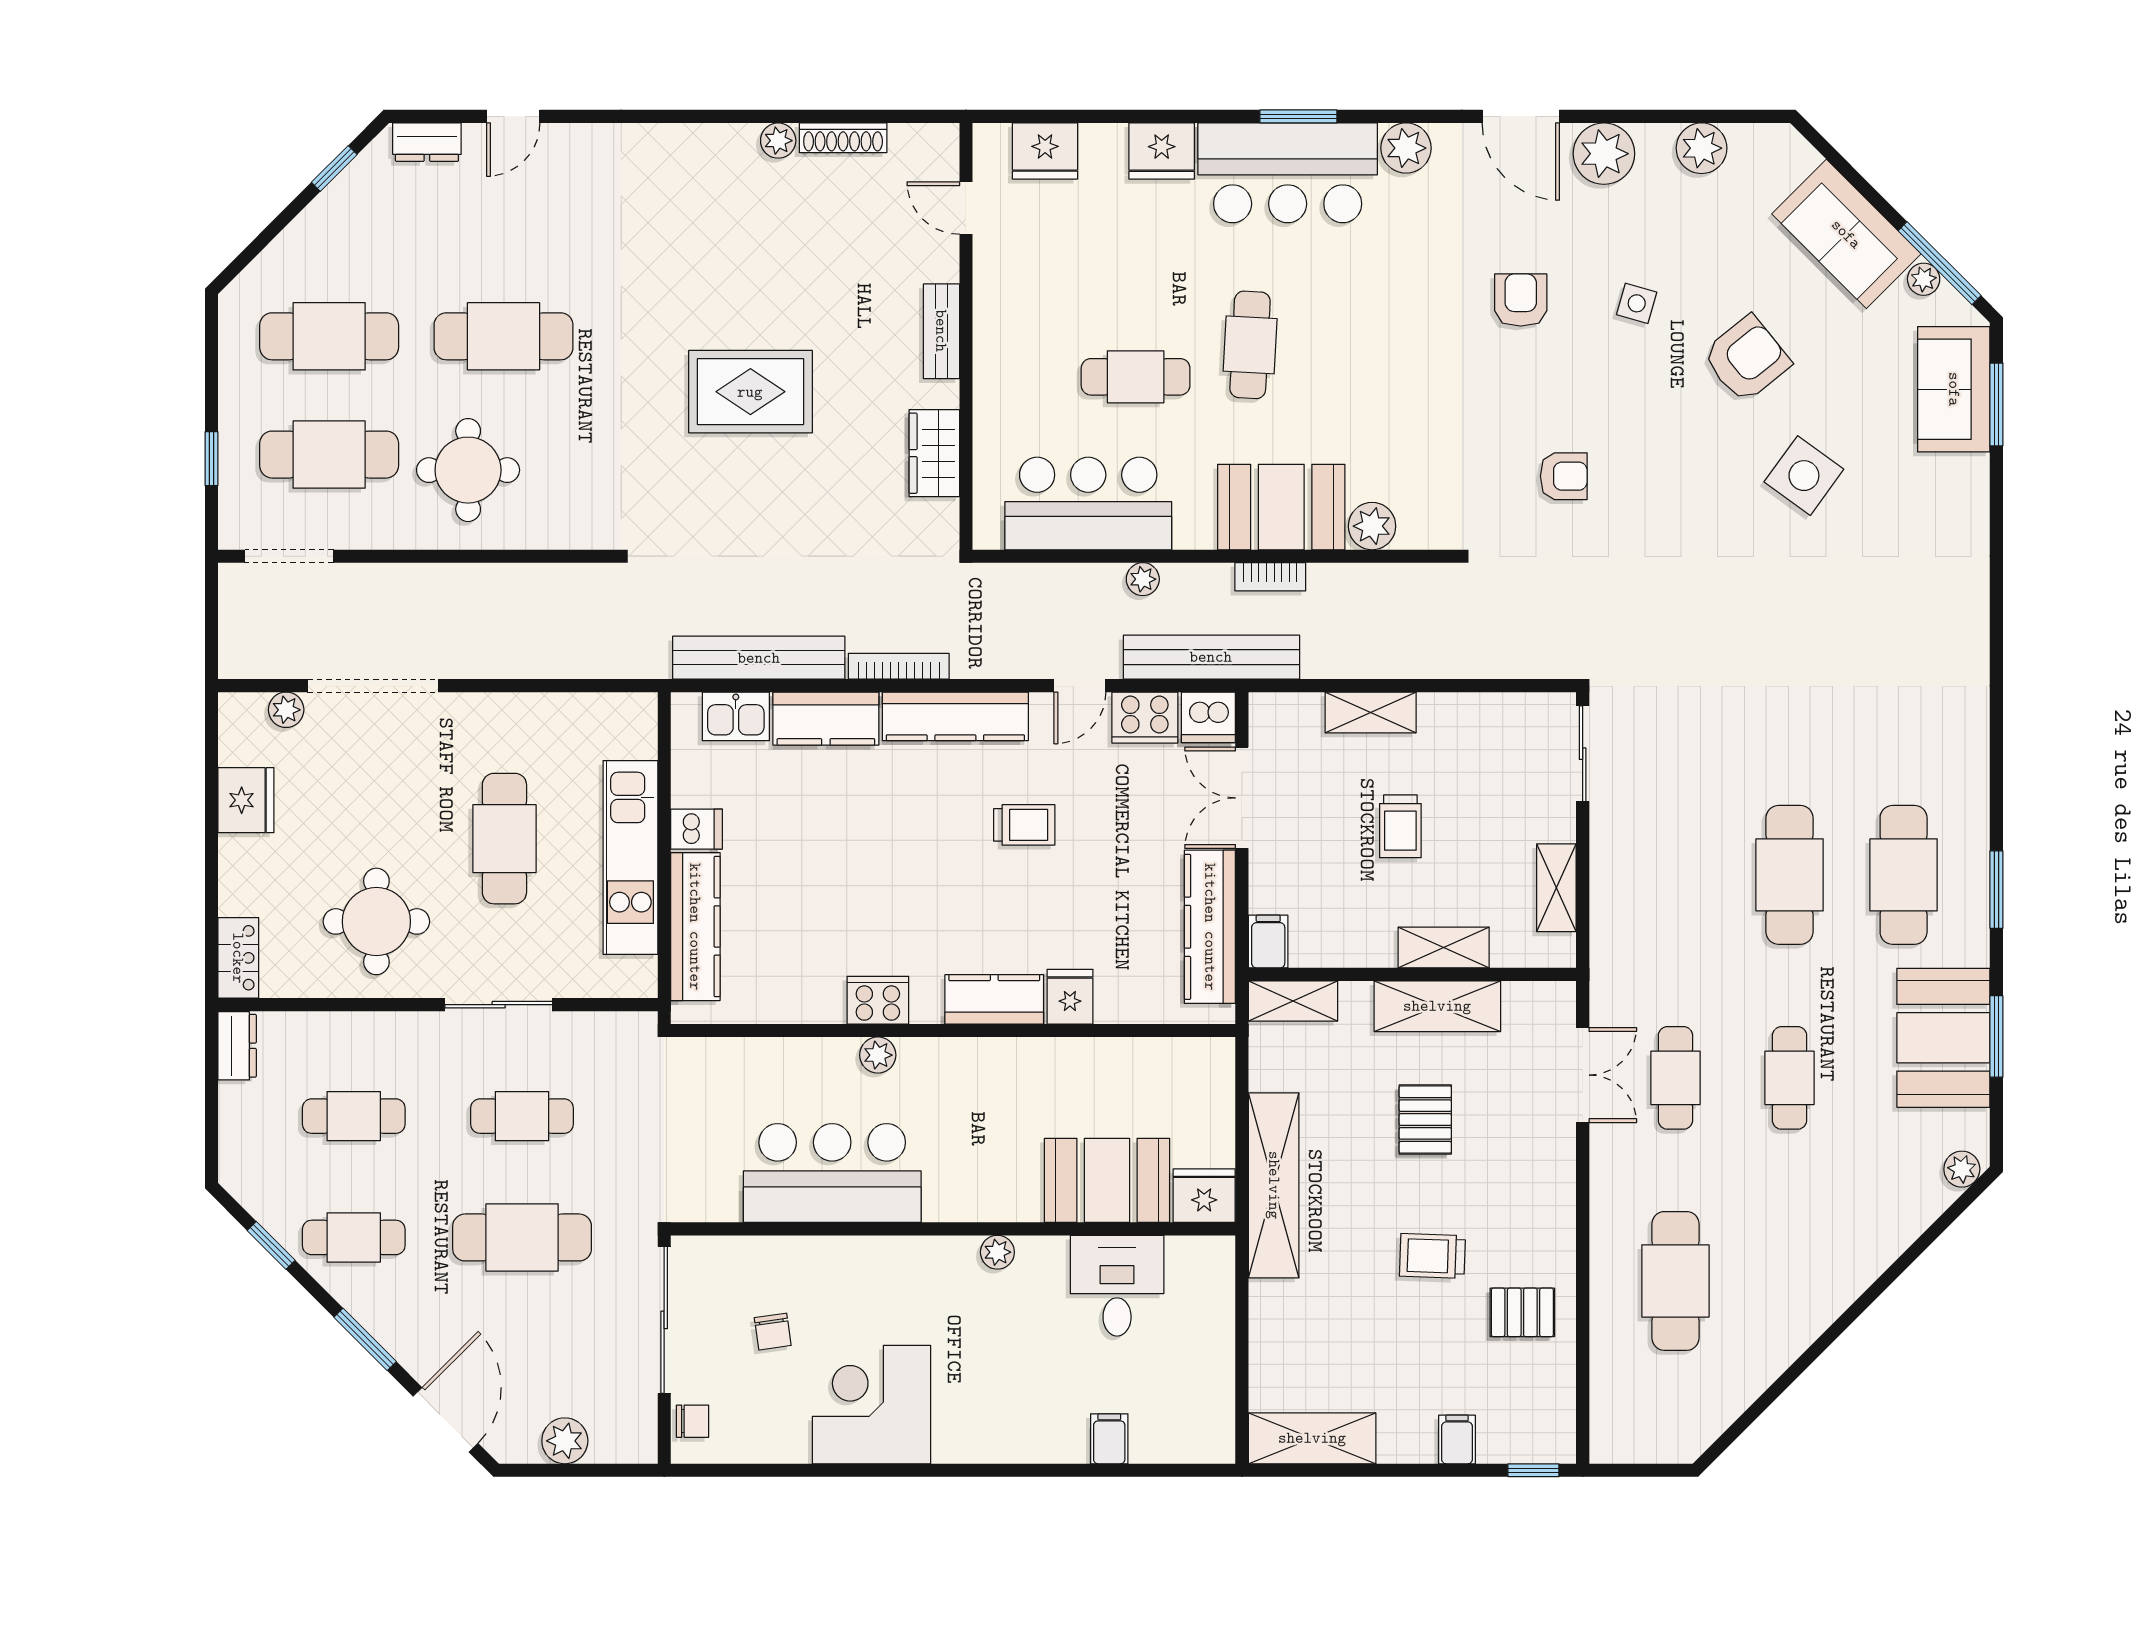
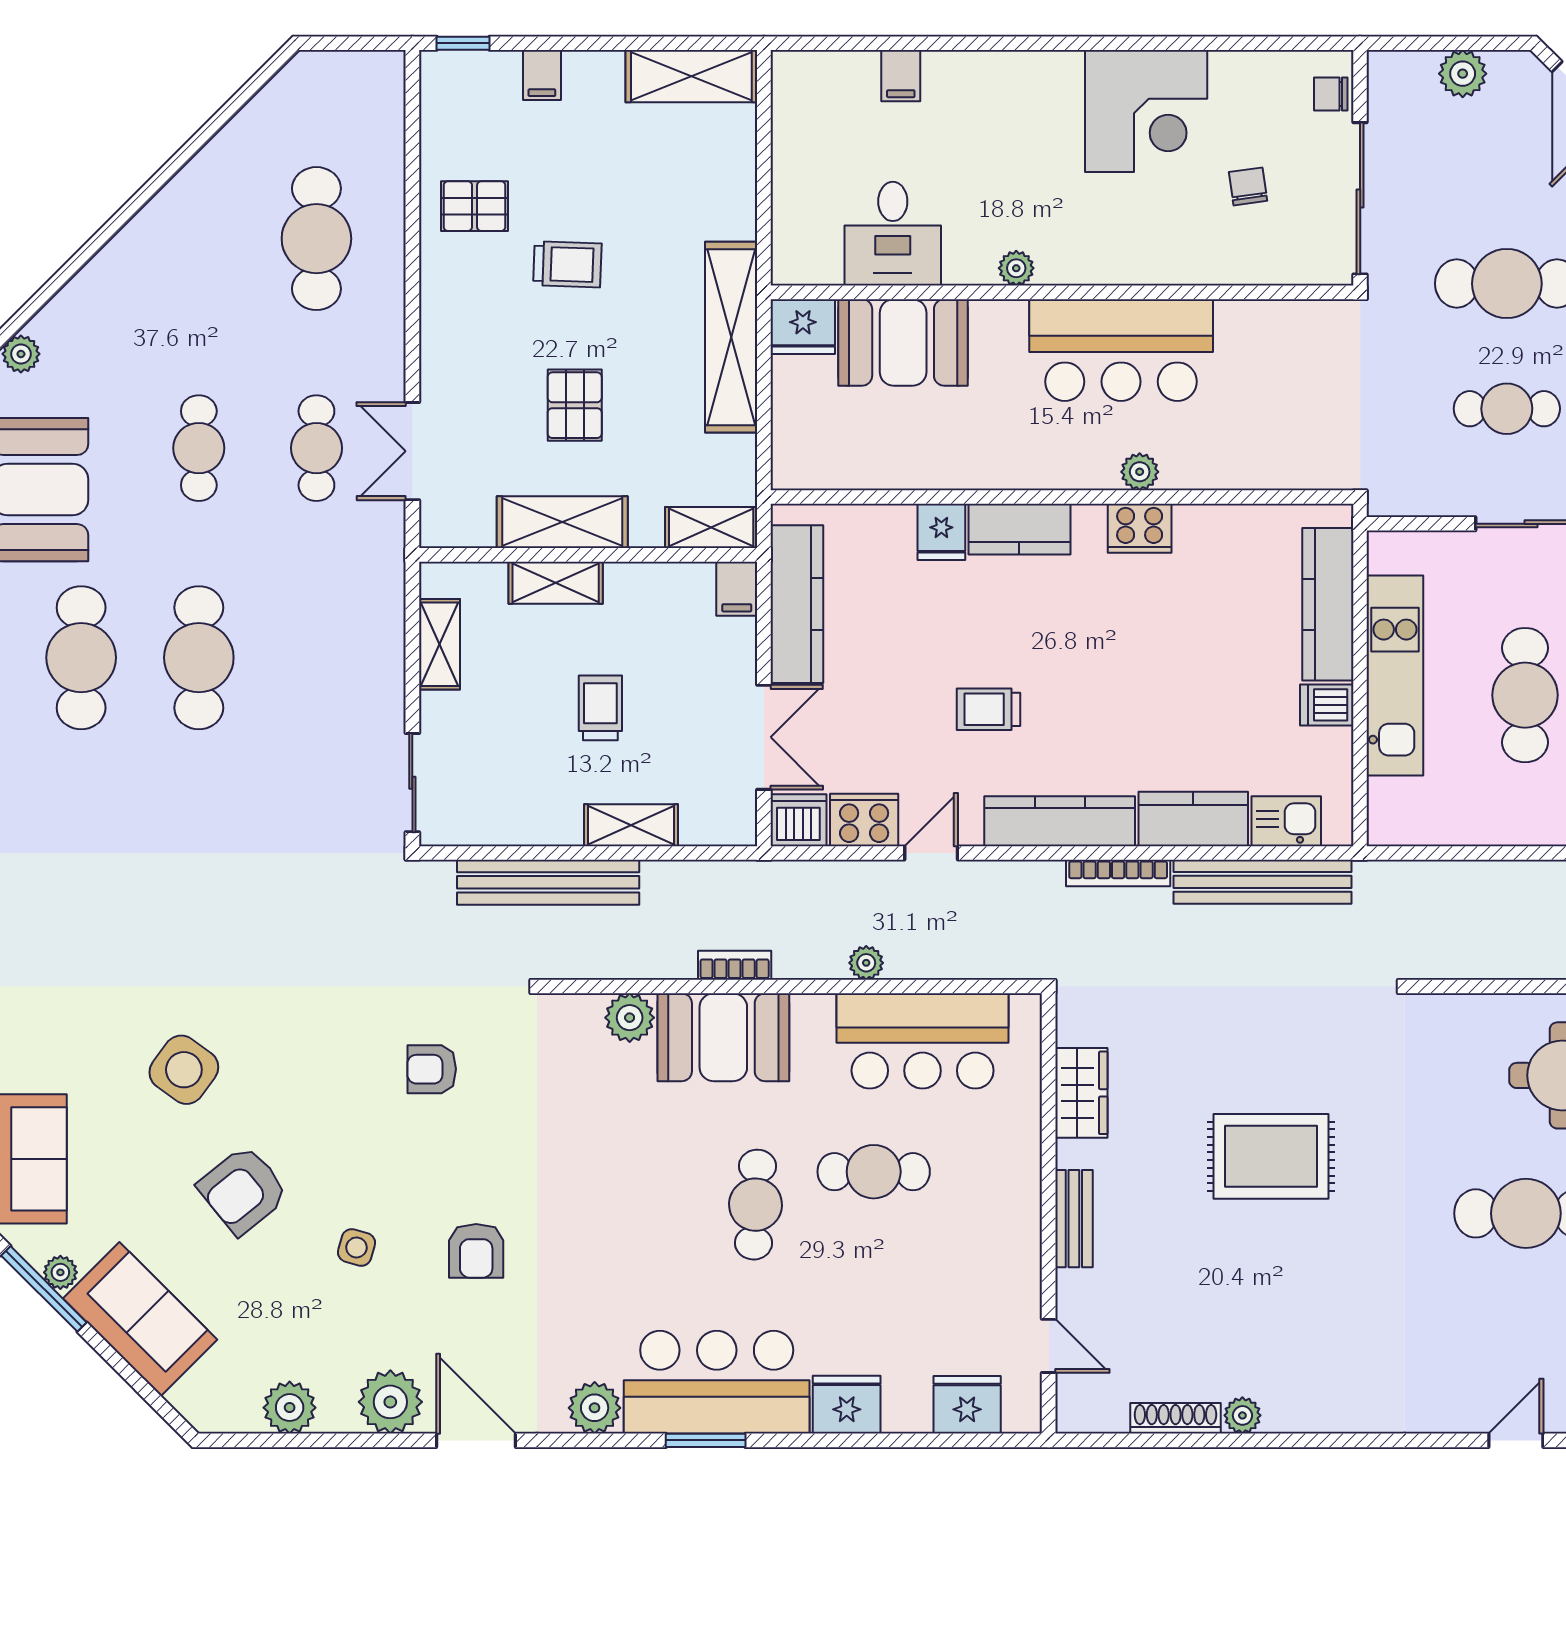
bench: (1211, 657) -> (548, 882), moved
bar counter: (832, 1173) -> (1121, 350), moved

